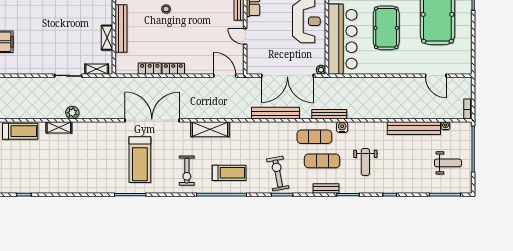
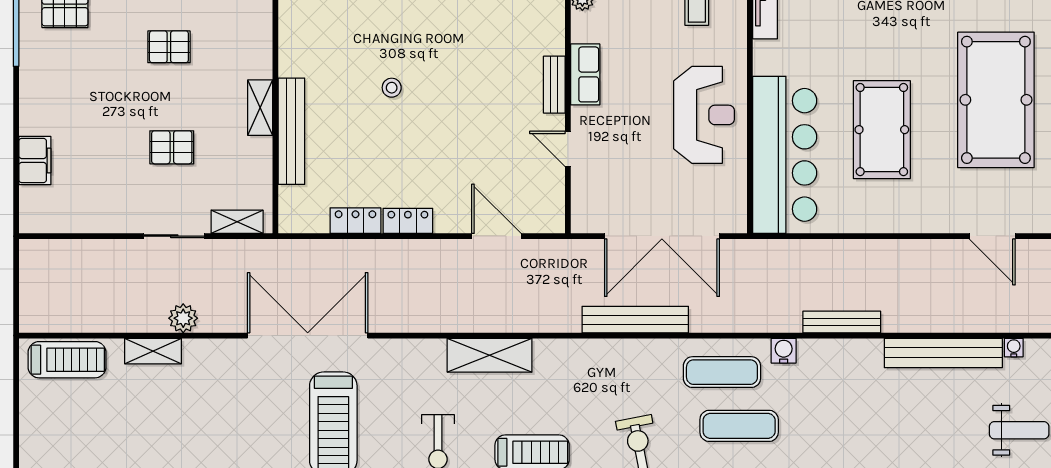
pallet: (67, 36) -> (172, 147), added
shelving: (107, 38) -> (260, 108), moved
plant: (321, 70) -> (737, 223), removed
door: (225, 76) -> (496, 236), moved
bench: (329, 114) -> (842, 322), moved
double door: (152, 120) -> (308, 336), moved
weight bench: (365, 162) -> (835, 428), removed

